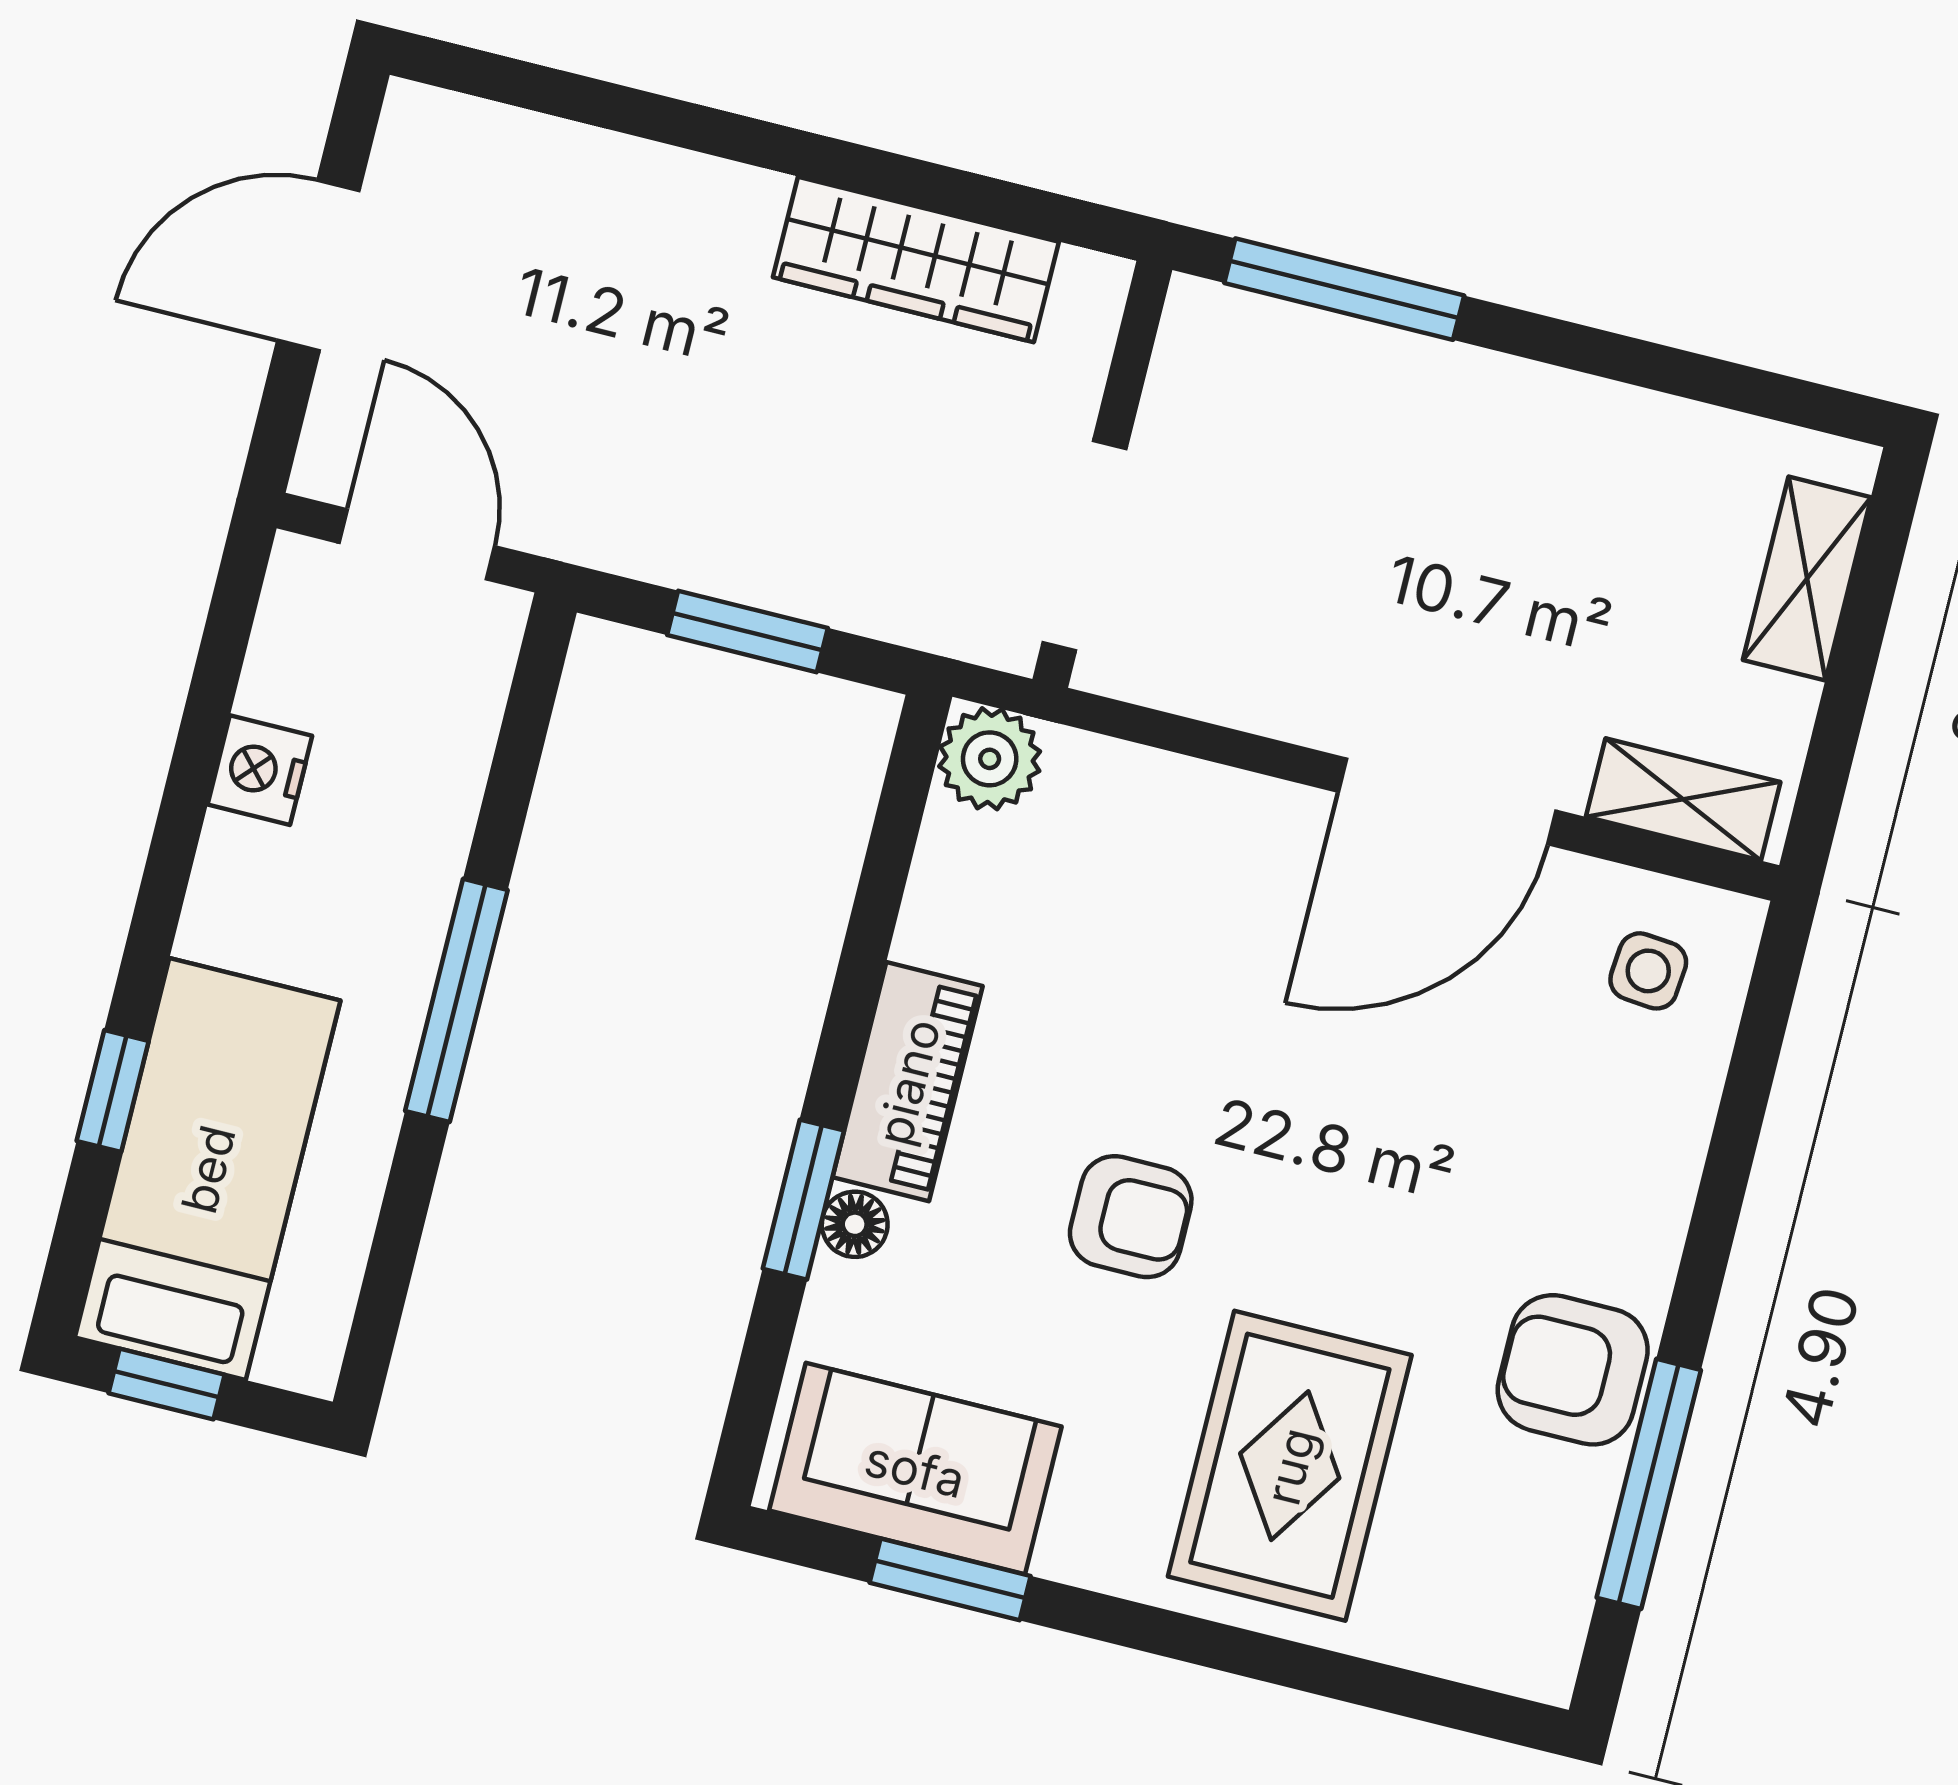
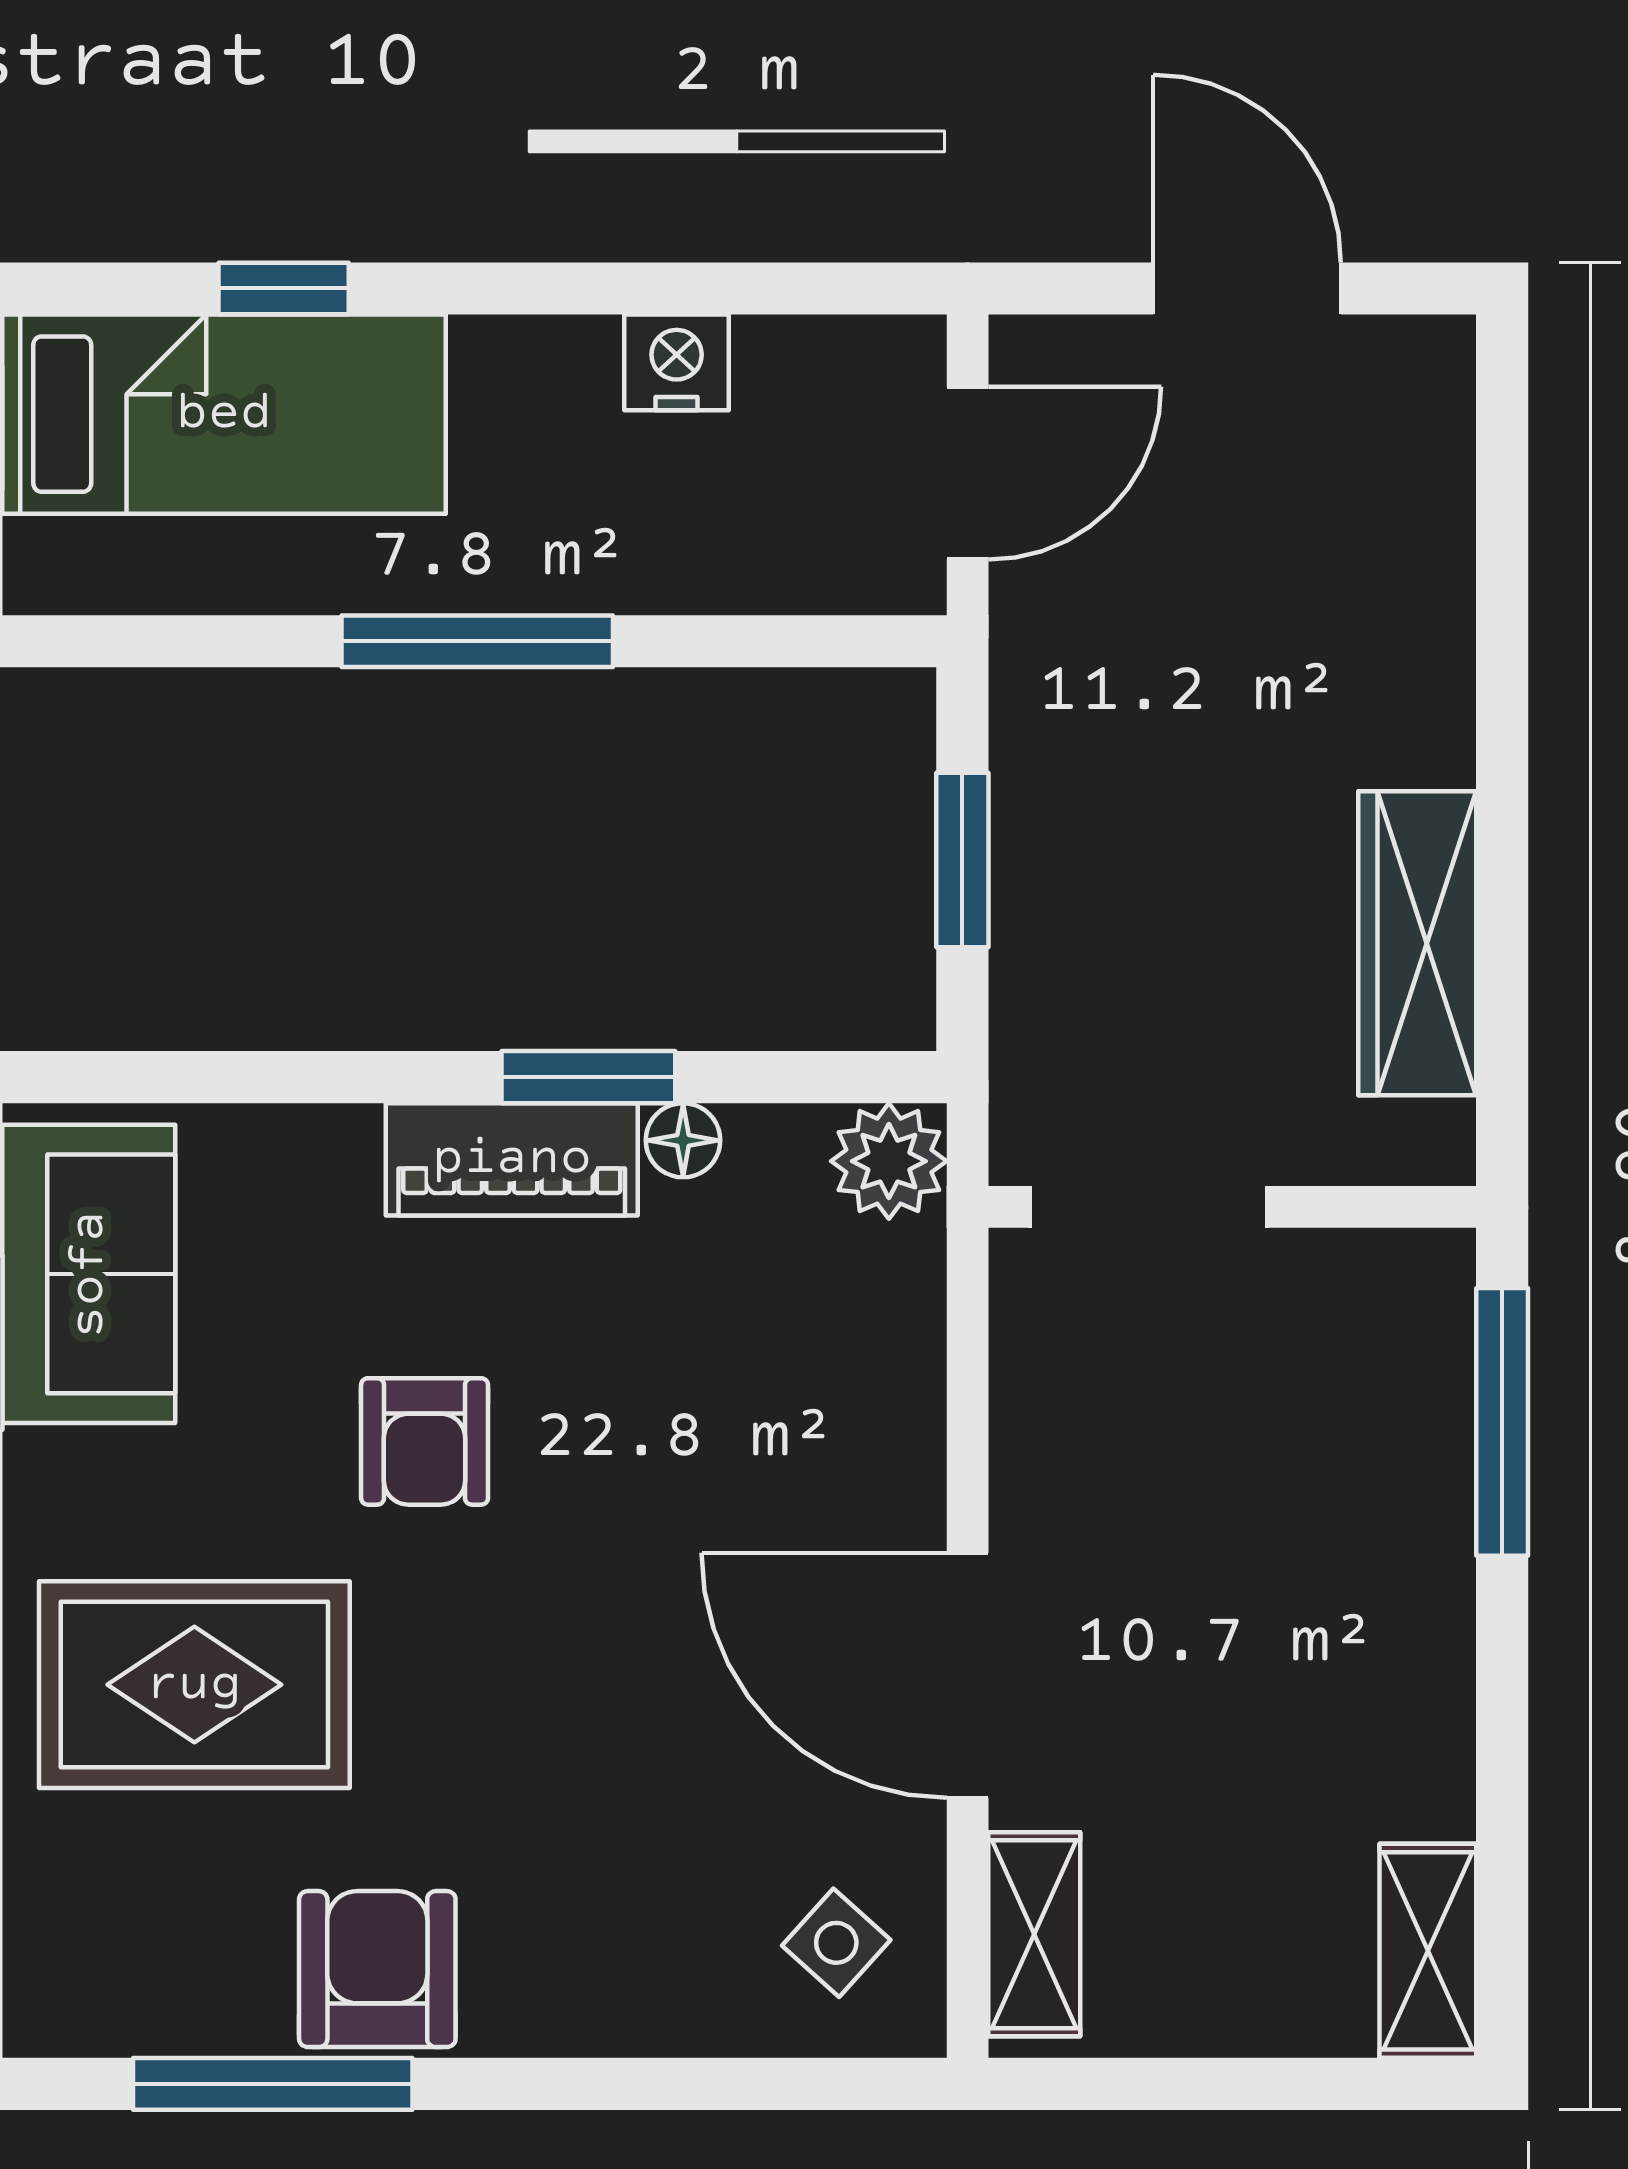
shelving: (1807, 579) -> (1428, 1951), moved, turned 90
side table: (1648, 971) -> (836, 1943), turned 37
window: (803, 1200) -> (588, 1077), moved
floor lamp: (855, 1224) -> (683, 1140), moved

